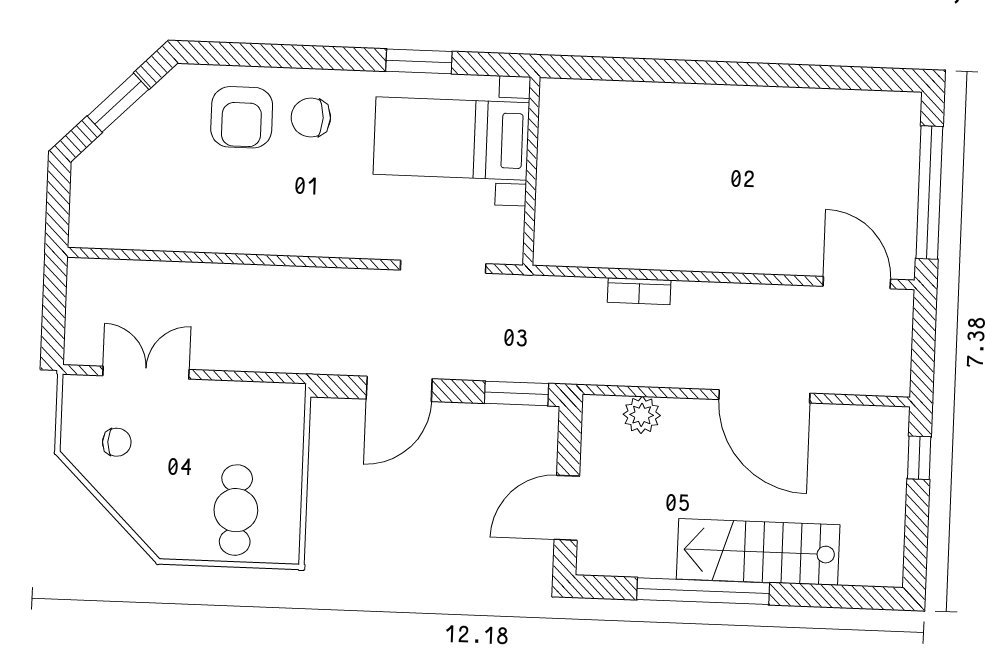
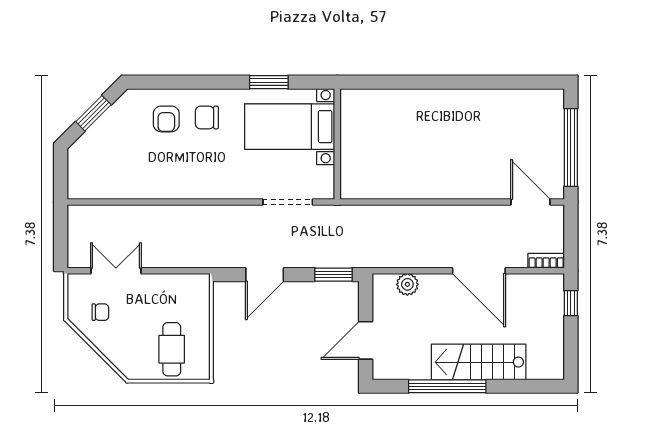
armchair: (242, 117) -> (166, 119), width x0.72, depth x0.72
bookcase: (639, 291) -> (546, 261), moved, turned 180

